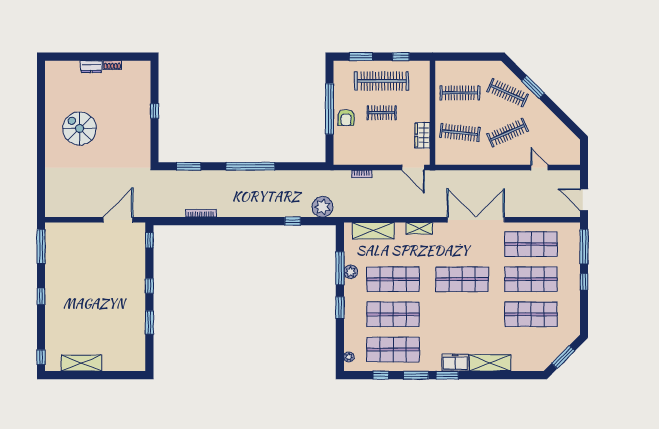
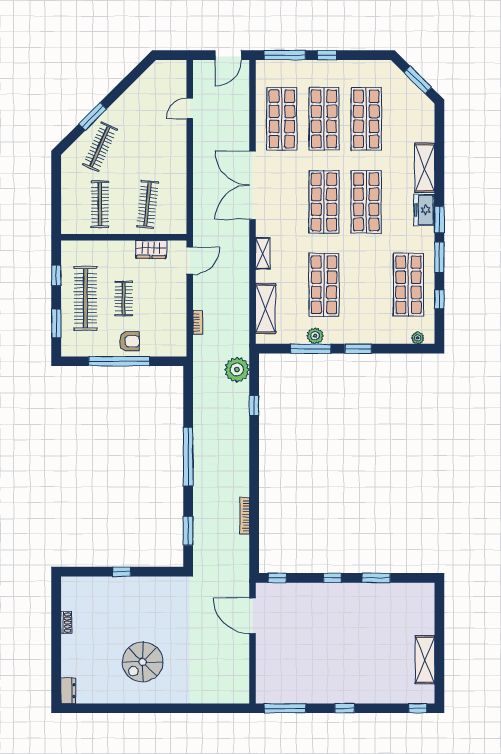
dresser: (91, 67) -> (68, 691), moved
clothes rail: (508, 133) -> (148, 147), removed
shop shelf: (393, 314) -> (366, 202), moved

